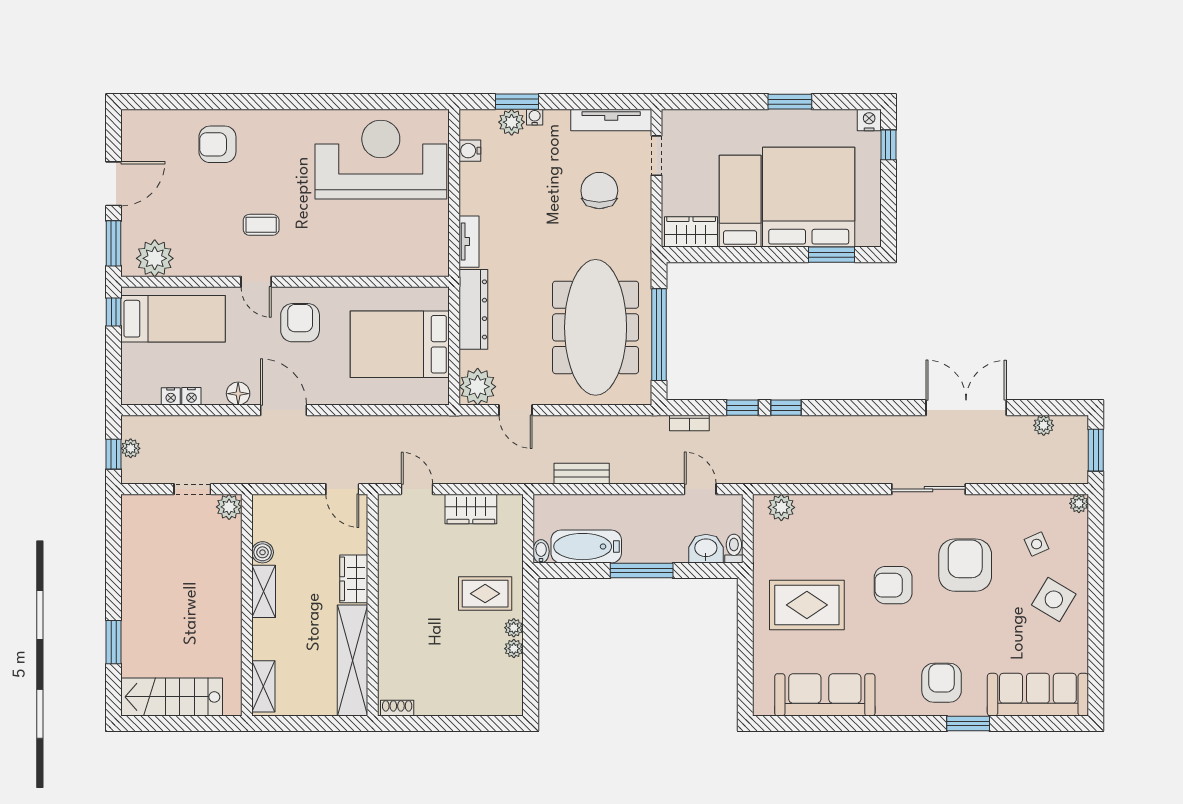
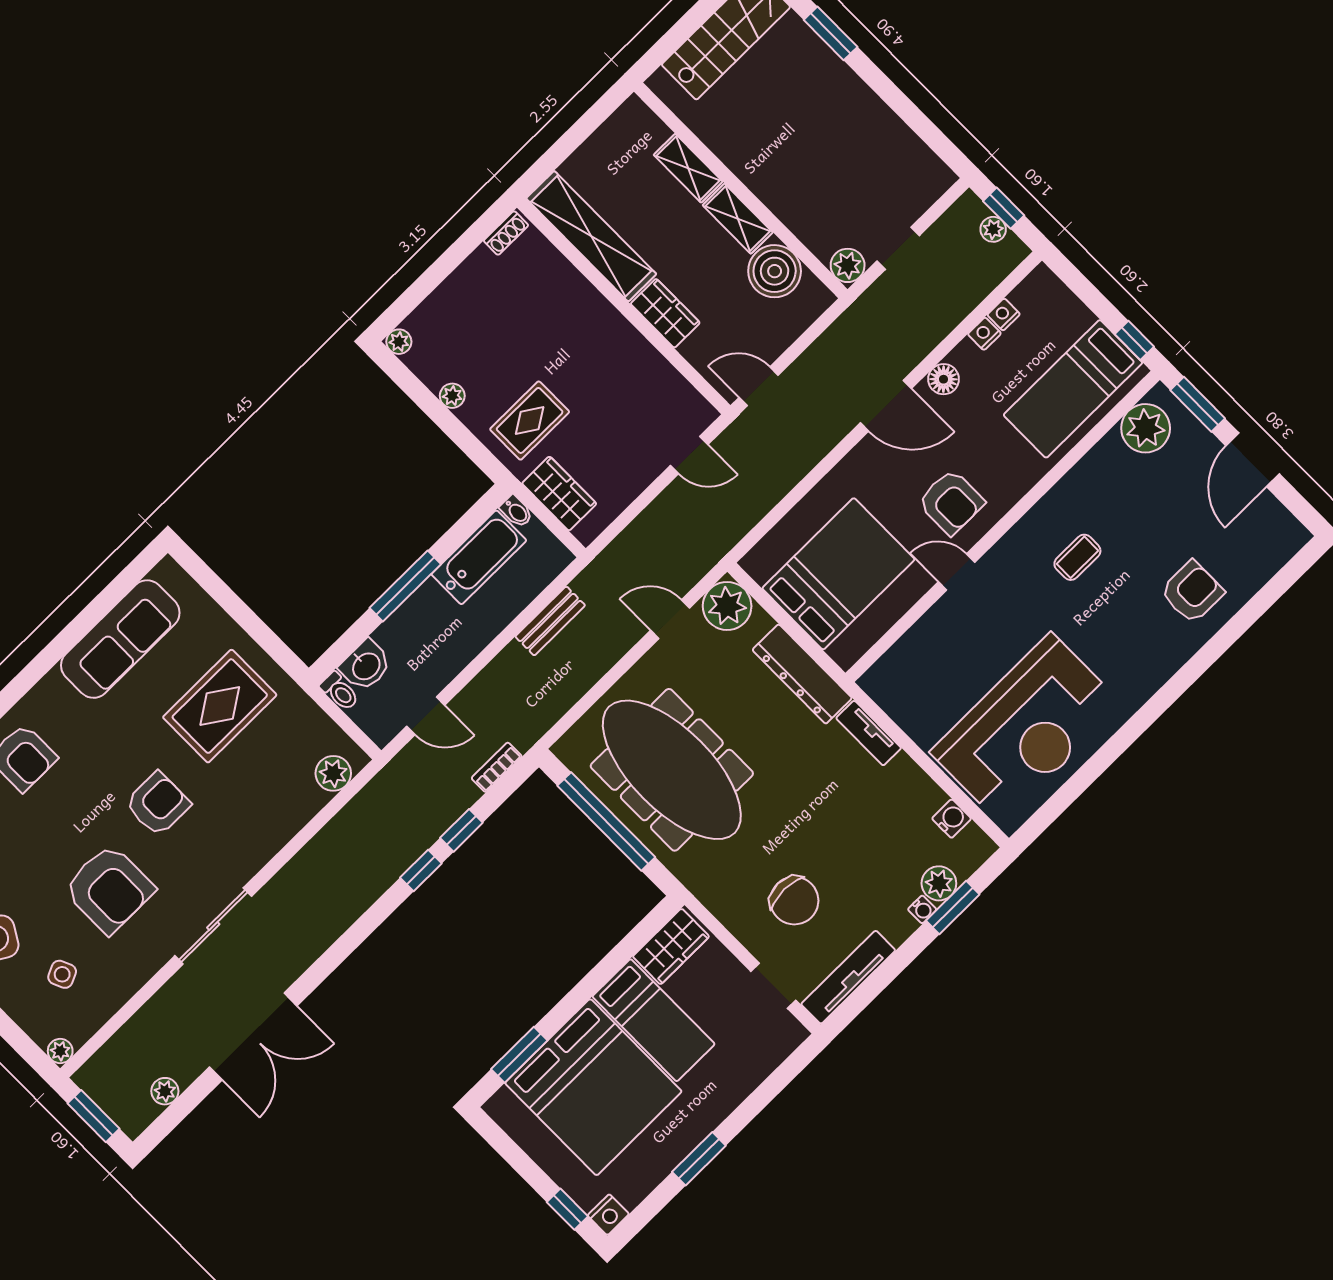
door: (256, 282) -> (957, 572), moved
wardrobe: (471, 509) -> (559, 494), moved, turned 90
boiler: (263, 552) -> (775, 271), width x1.86, depth x1.86
plant: (514, 628) -> (399, 342), moved
shelving: (263, 686) -> (688, 168), moved

